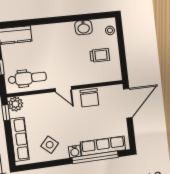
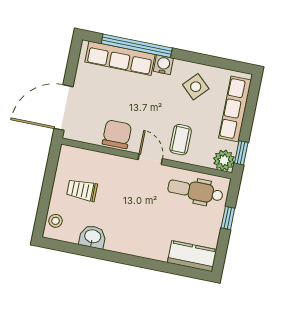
coffee table: (48, 108) -> (181, 140), added

